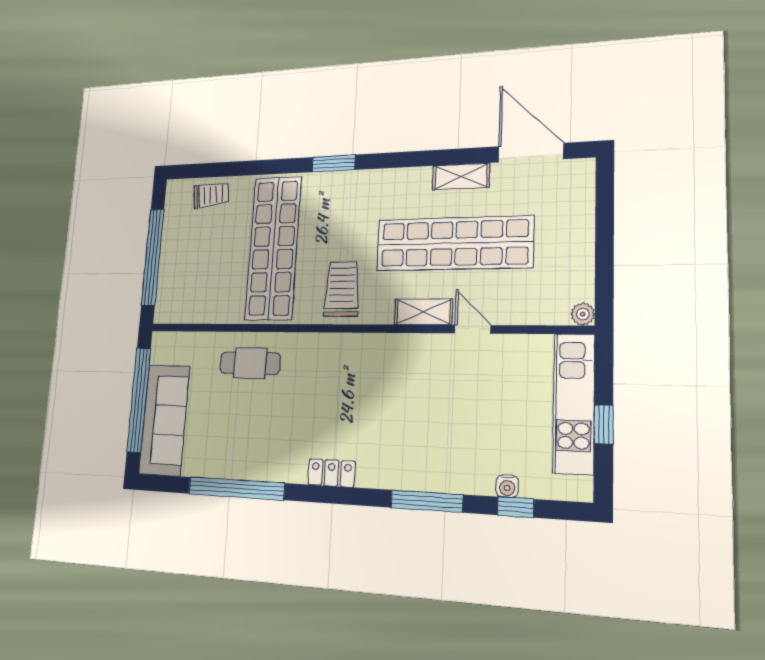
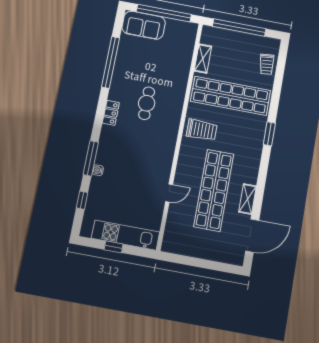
shelving: (423, 312) -> (203, 59), moved
plant: (583, 314) -> (167, 247), removed
cafe table: (250, 363) -> (147, 103), moved
sofa: (164, 420) -> (144, 25), width x0.73
water cooler: (507, 486) -> (98, 170), moved

